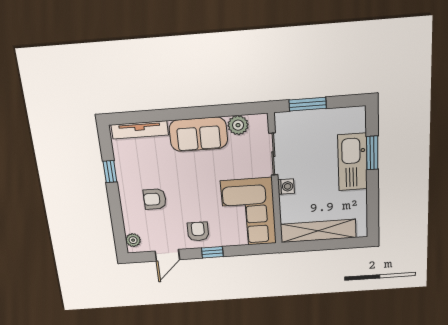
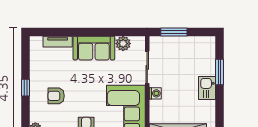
tv unit: (140, 130) -> (58, 42), width x0.71
kitchen sink: (352, 162) -> (207, 88), width x0.53, depth x0.81
window: (110, 172) -> (26, 88), moved

